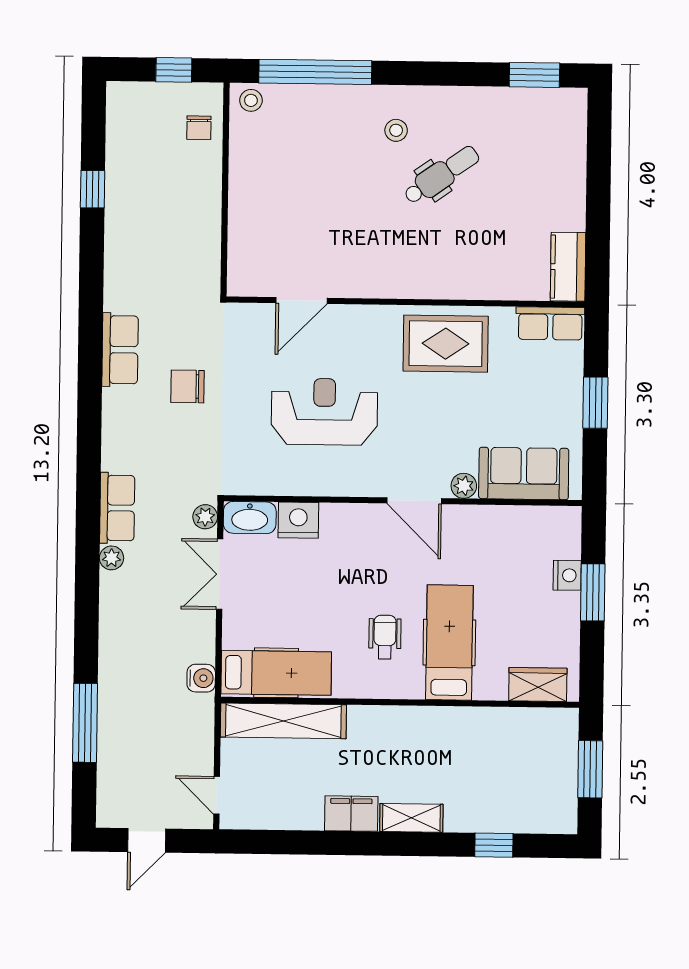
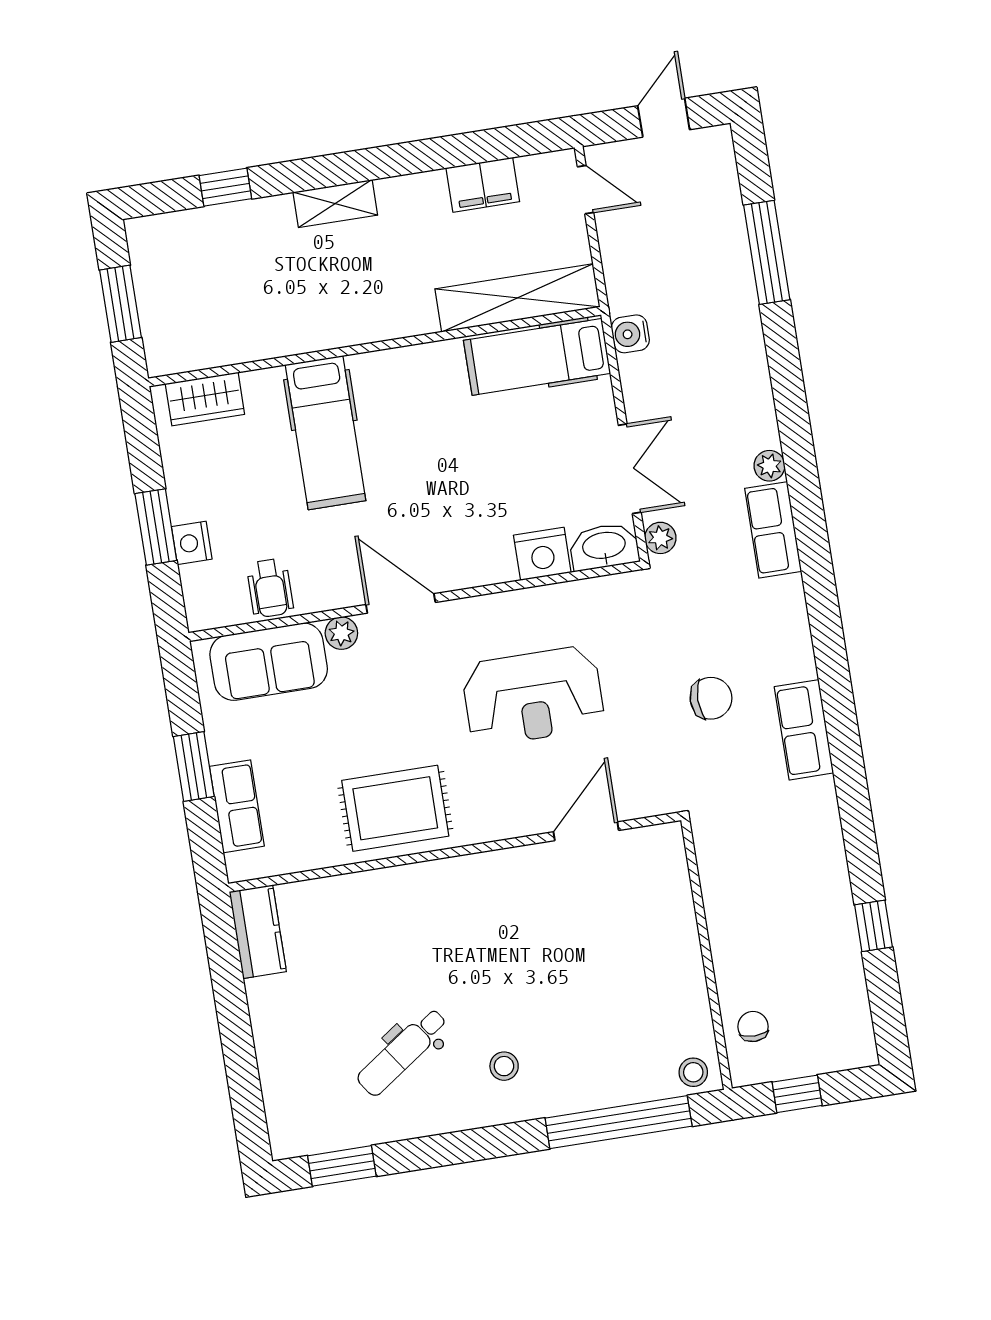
dental chair: (441, 175) -> (402, 1052), moved
row of seats: (550, 323) -> (237, 806), moved, turned 90
wheelchair: (385, 637) -> (270, 588), moved
filing cabinet: (351, 814) -> (483, 185), moved

